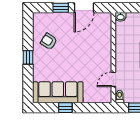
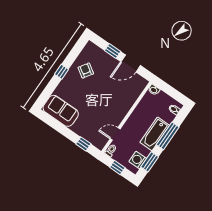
sofa: (58, 92) -> (61, 111), width x0.73
window: (65, 108) -> (83, 144), moved

